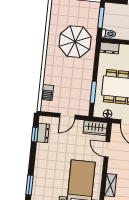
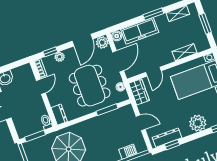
dresser: (43, 133) -> (167, 138), width x1.44
plant: (43, 166) -> (198, 123), added

